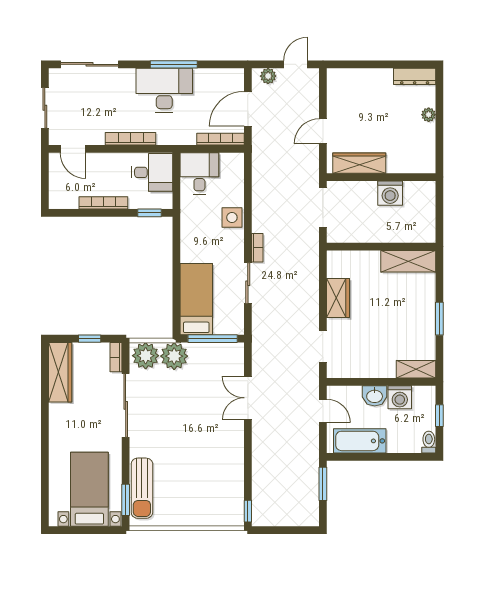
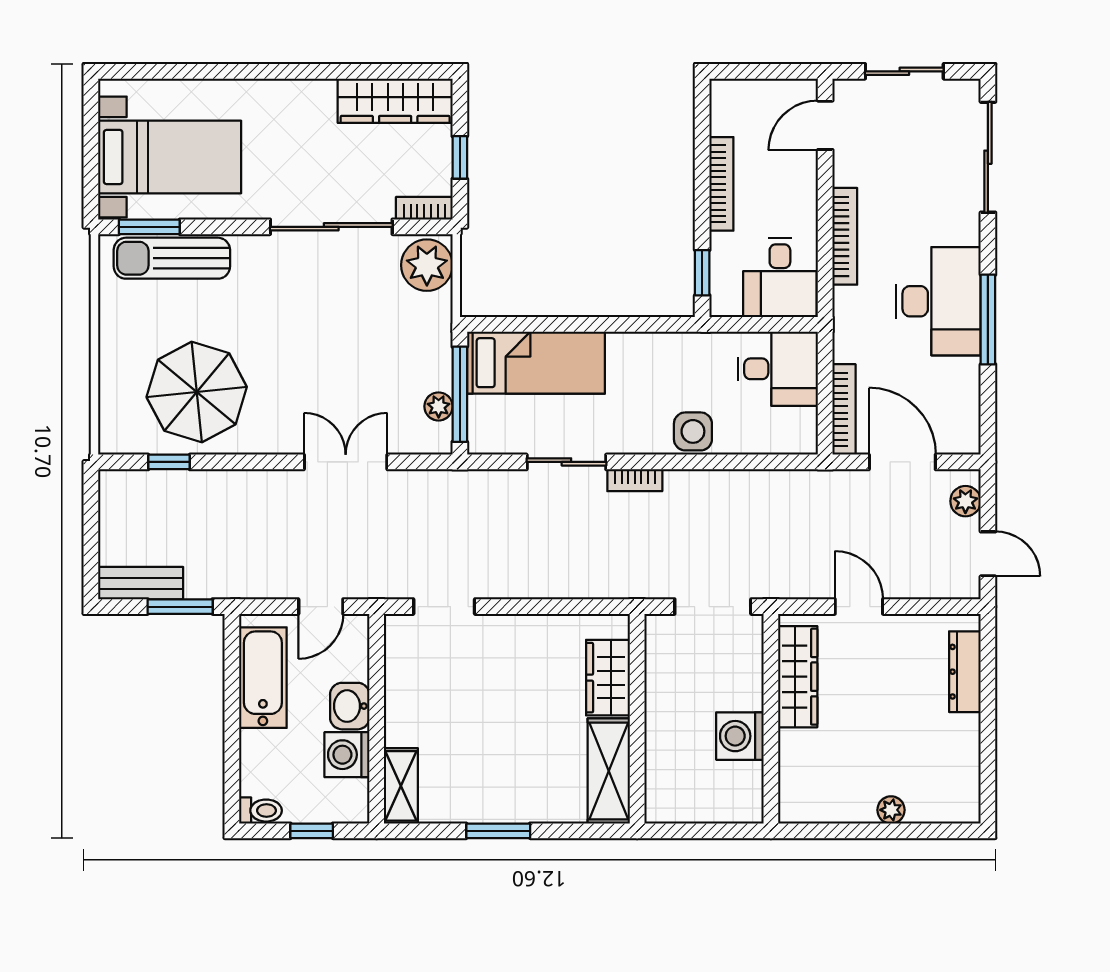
dresser: (415, 76) -> (965, 672), moved
wardrobe: (338, 298) -> (608, 678), moved, turned 90
plant: (174, 356) -> (439, 406), moved, width x0.53, depth x0.53
parasol: (211, 475) -> (197, 392), added
bench: (311, 504) -> (141, 583), added
window: (248, 511) -> (169, 462), moved

